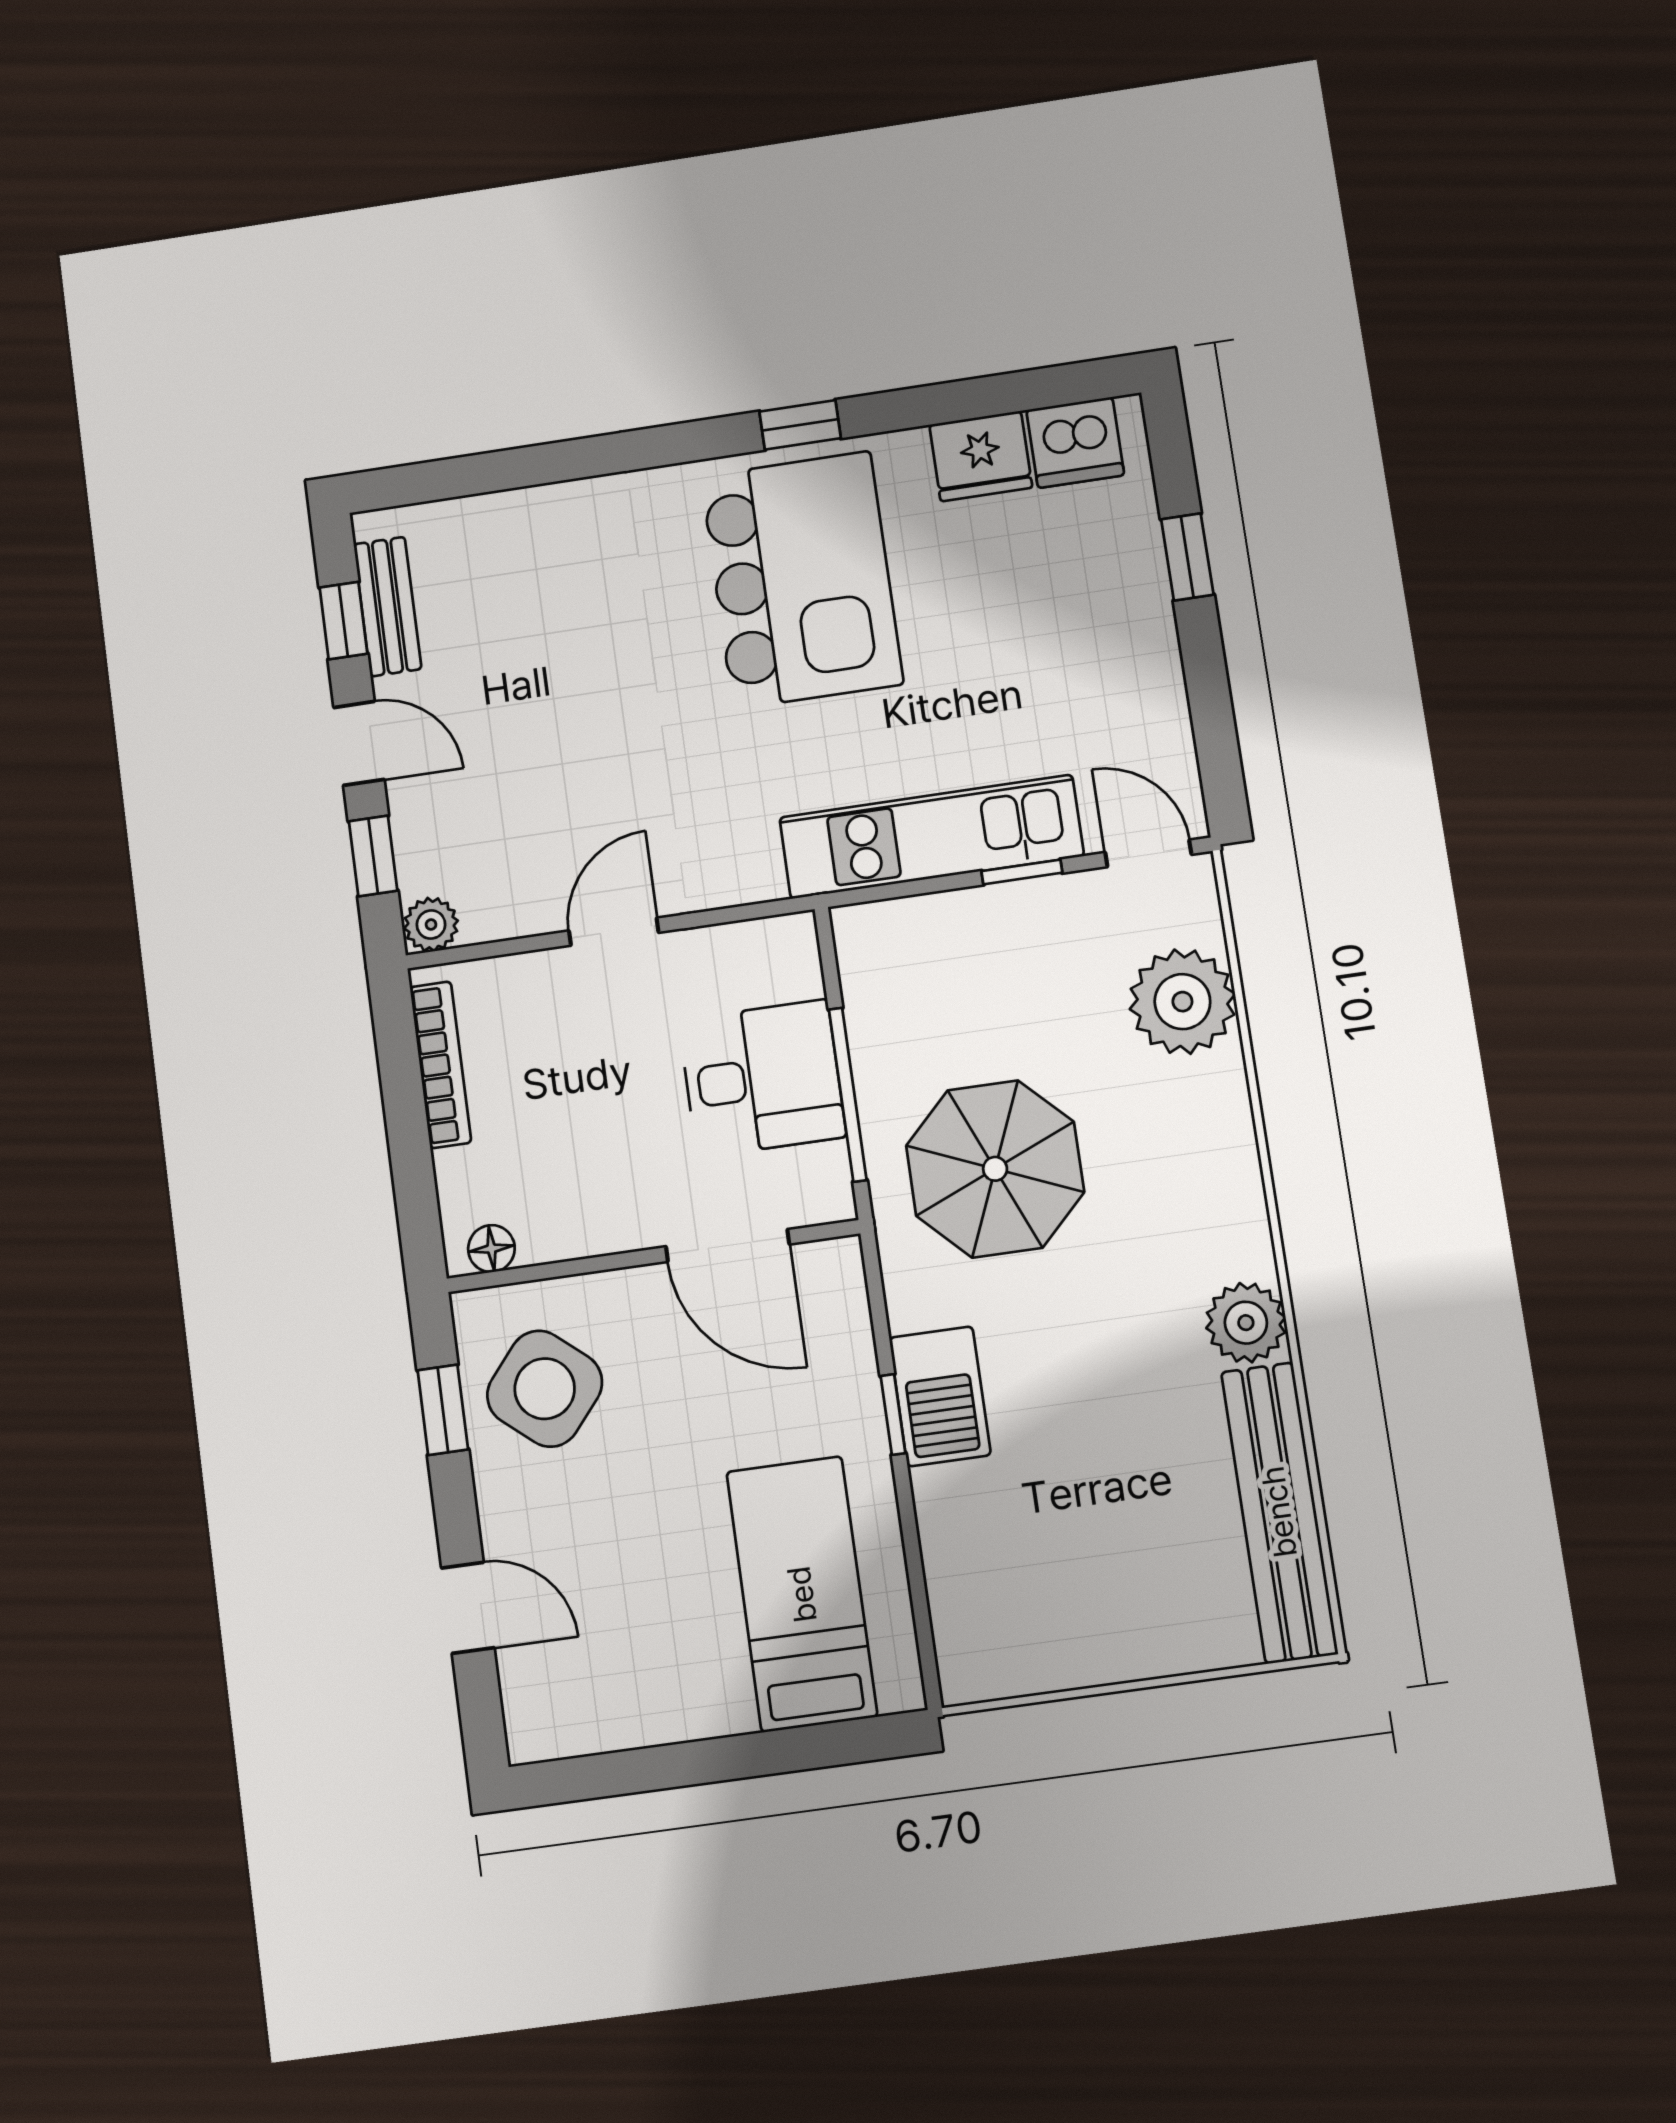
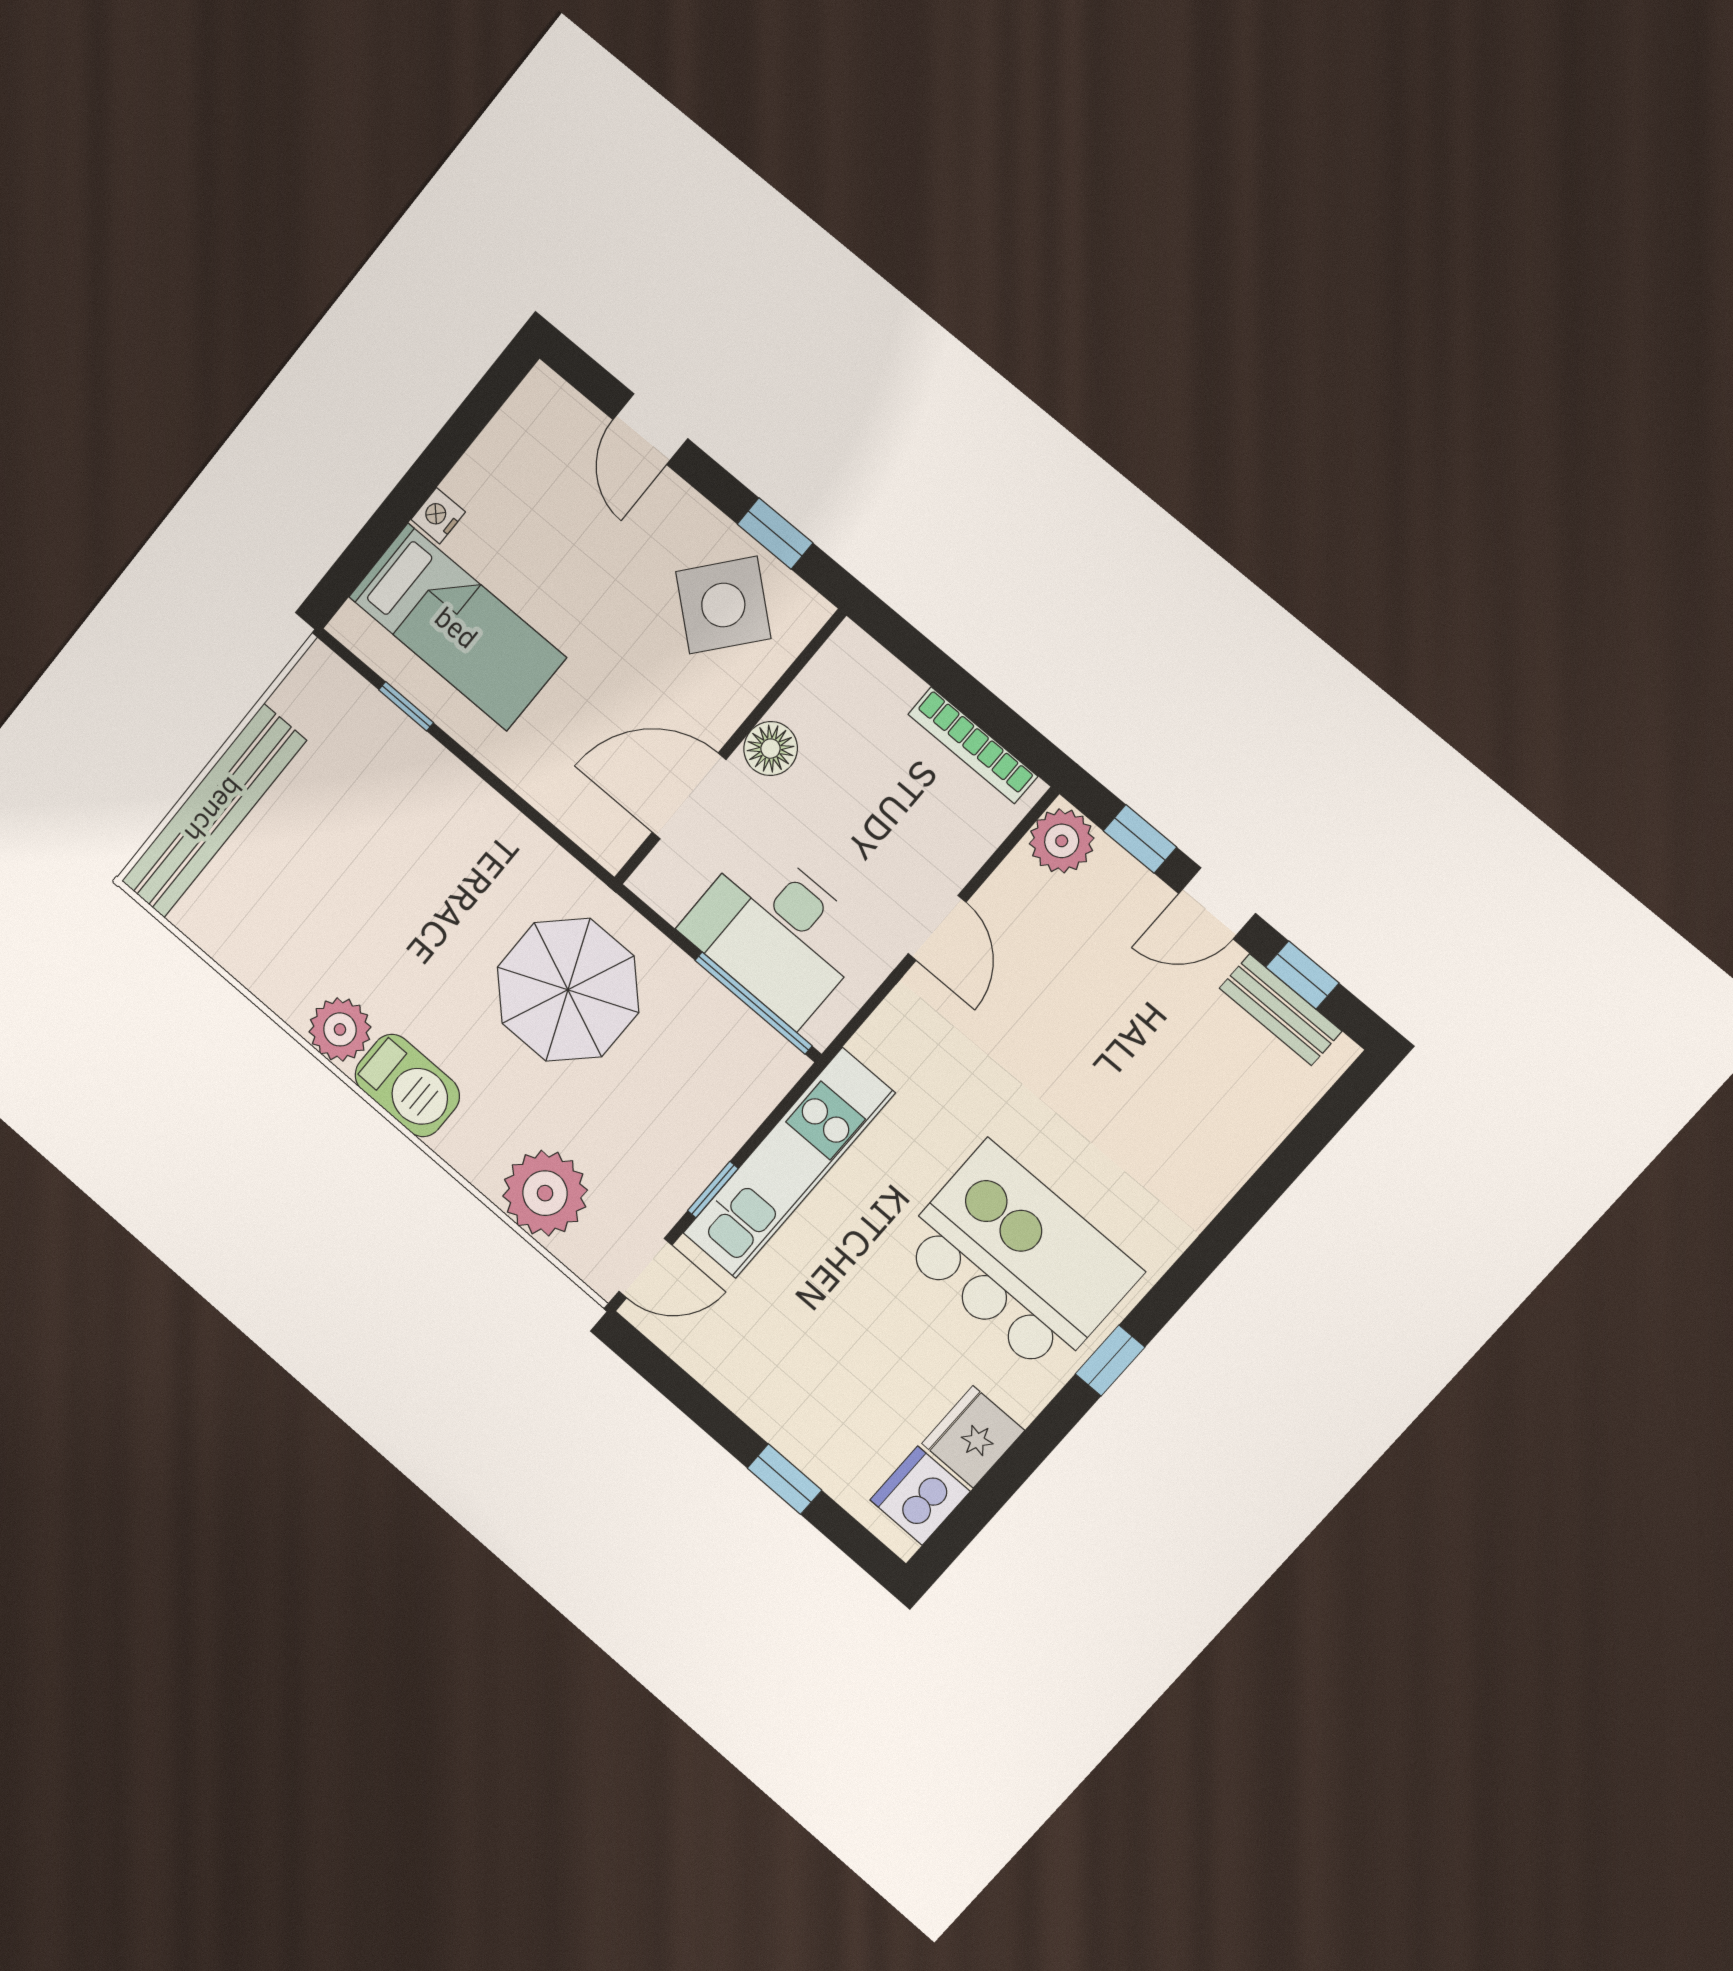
kitchen island: (802, 580) -> (1018, 1259), turned 180
plant: (431, 925) -> (1062, 841), width x1.38, depth x1.38
desk: (762, 1078) -> (776, 933), width x1.37
window: (848, 1095) -> (753, 1003), moved
floor lamp: (491, 1249) -> (771, 749), moved, width x1.37, depth x1.37
barbecue: (940, 1396) -> (407, 1085), moved, turned 180
window: (893, 1414) -> (406, 706), moved
bench: (1279, 1512) -> (214, 811), moved, turned 90
door: (468, 1608) -> (650, 429), hinge flipped
nightstand: (728, 1713) -> (438, 516), added

